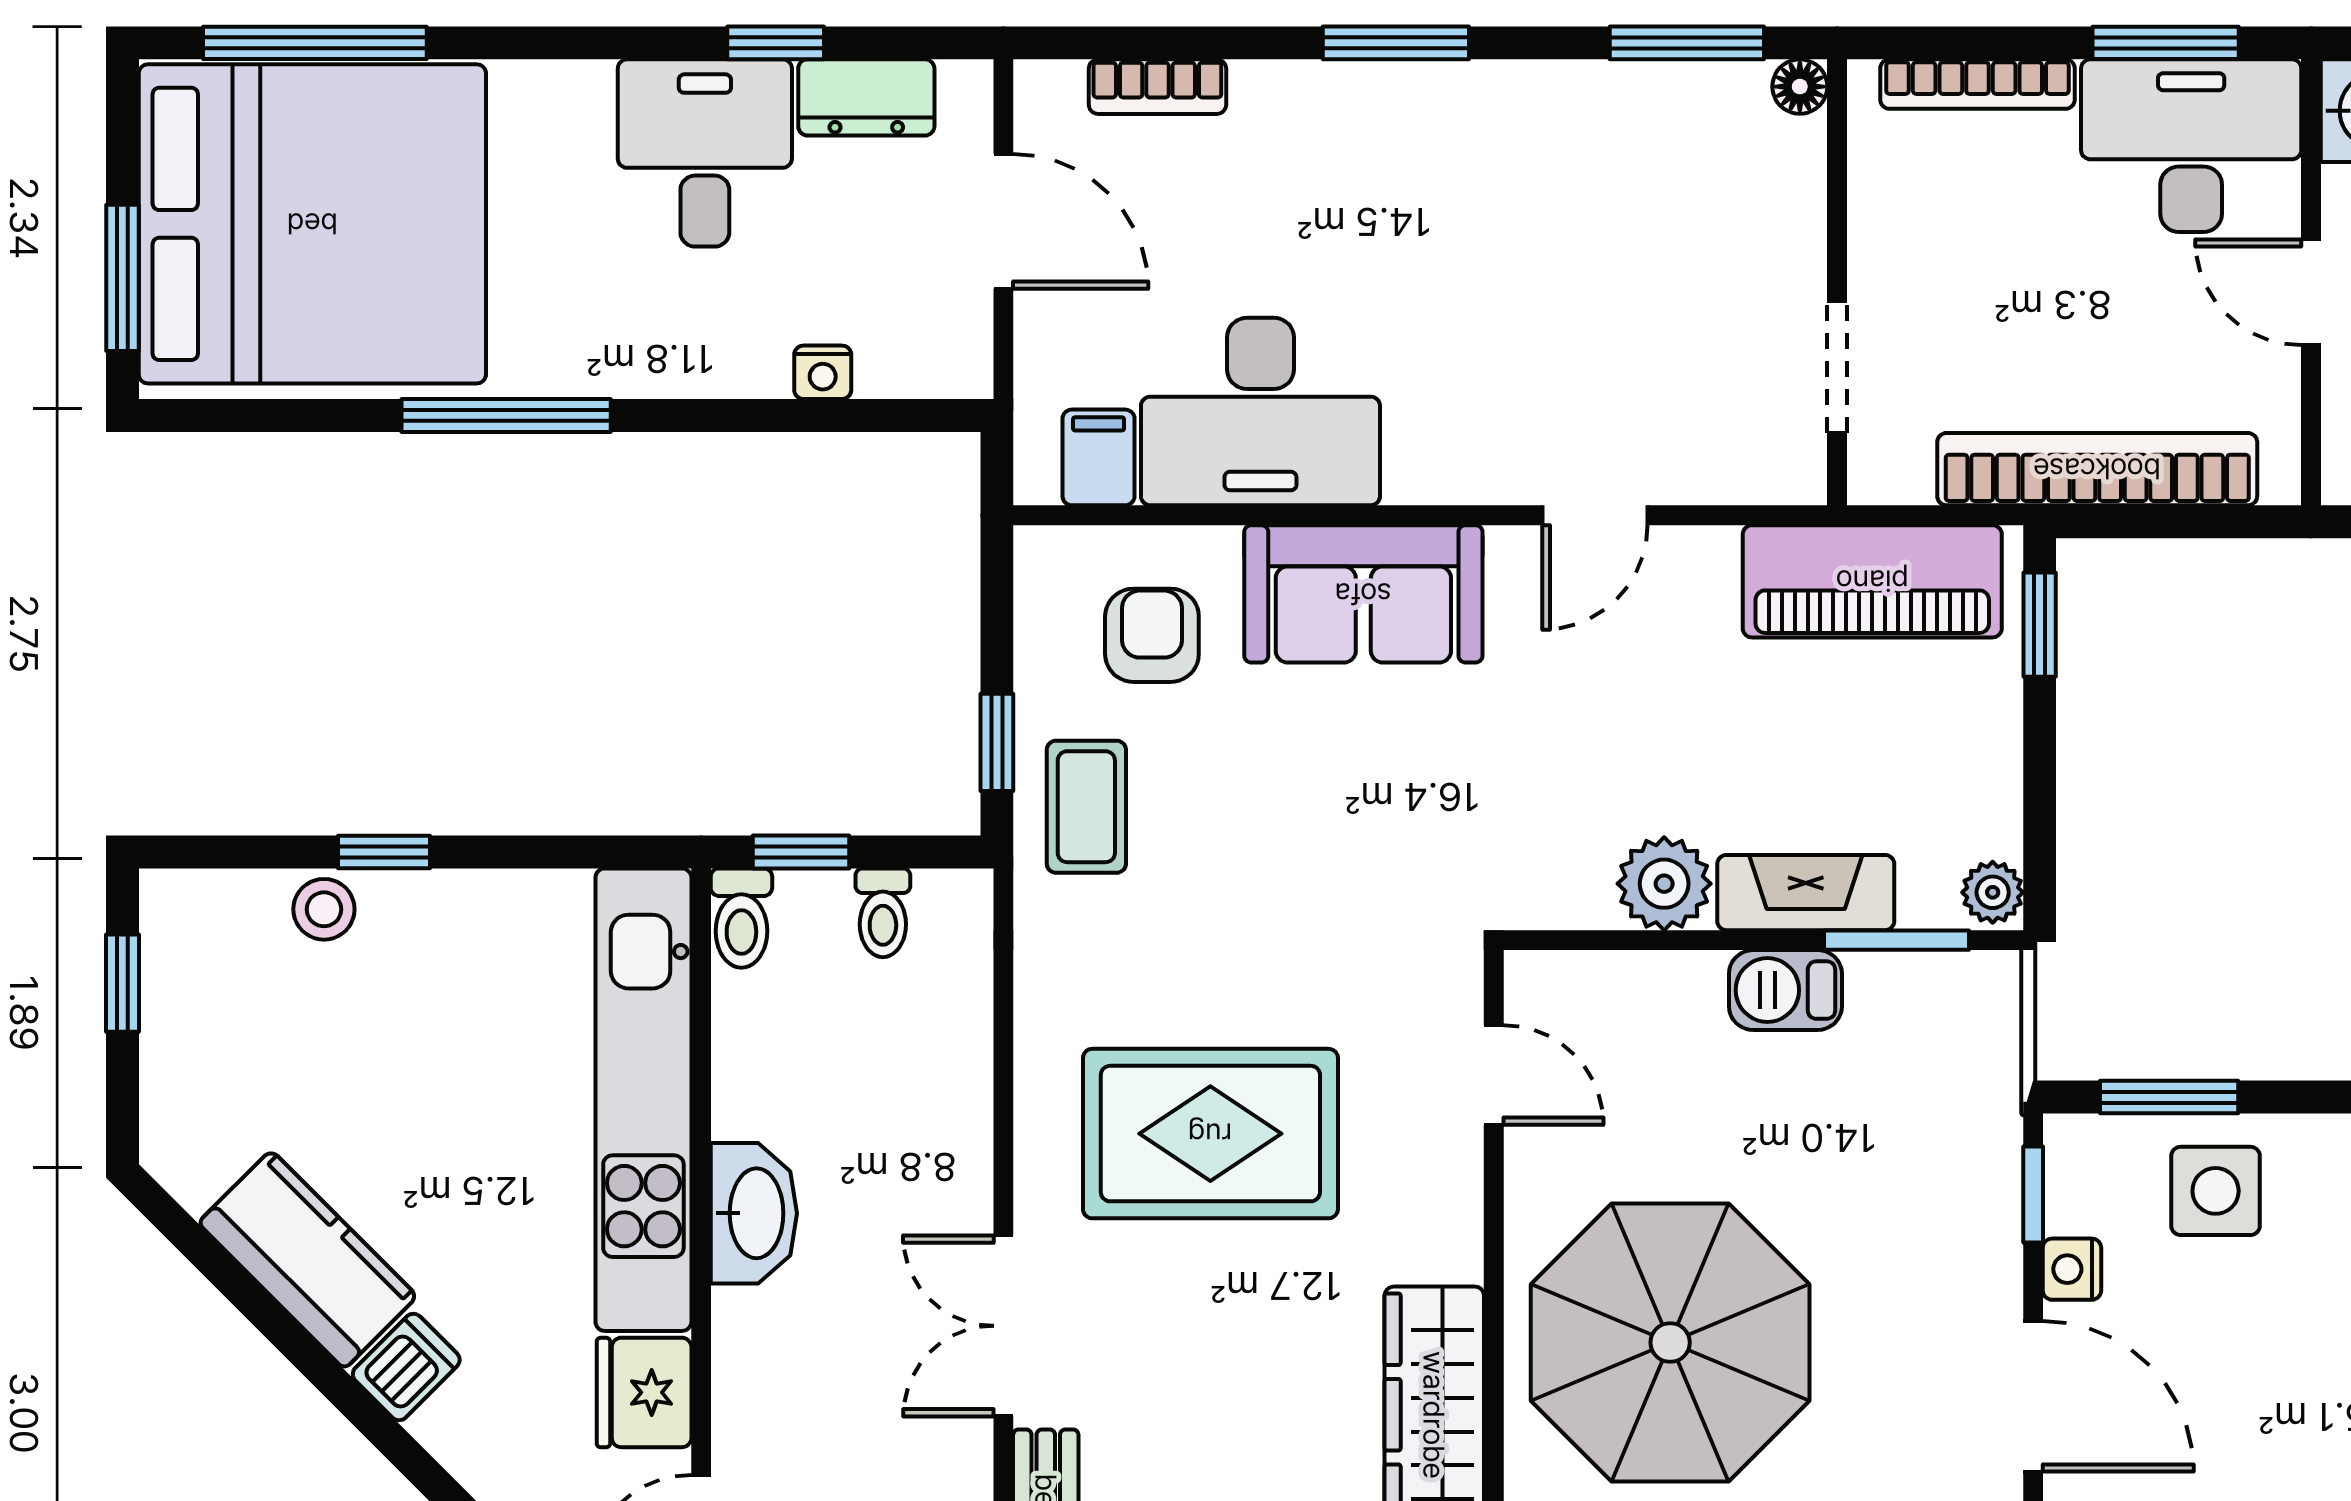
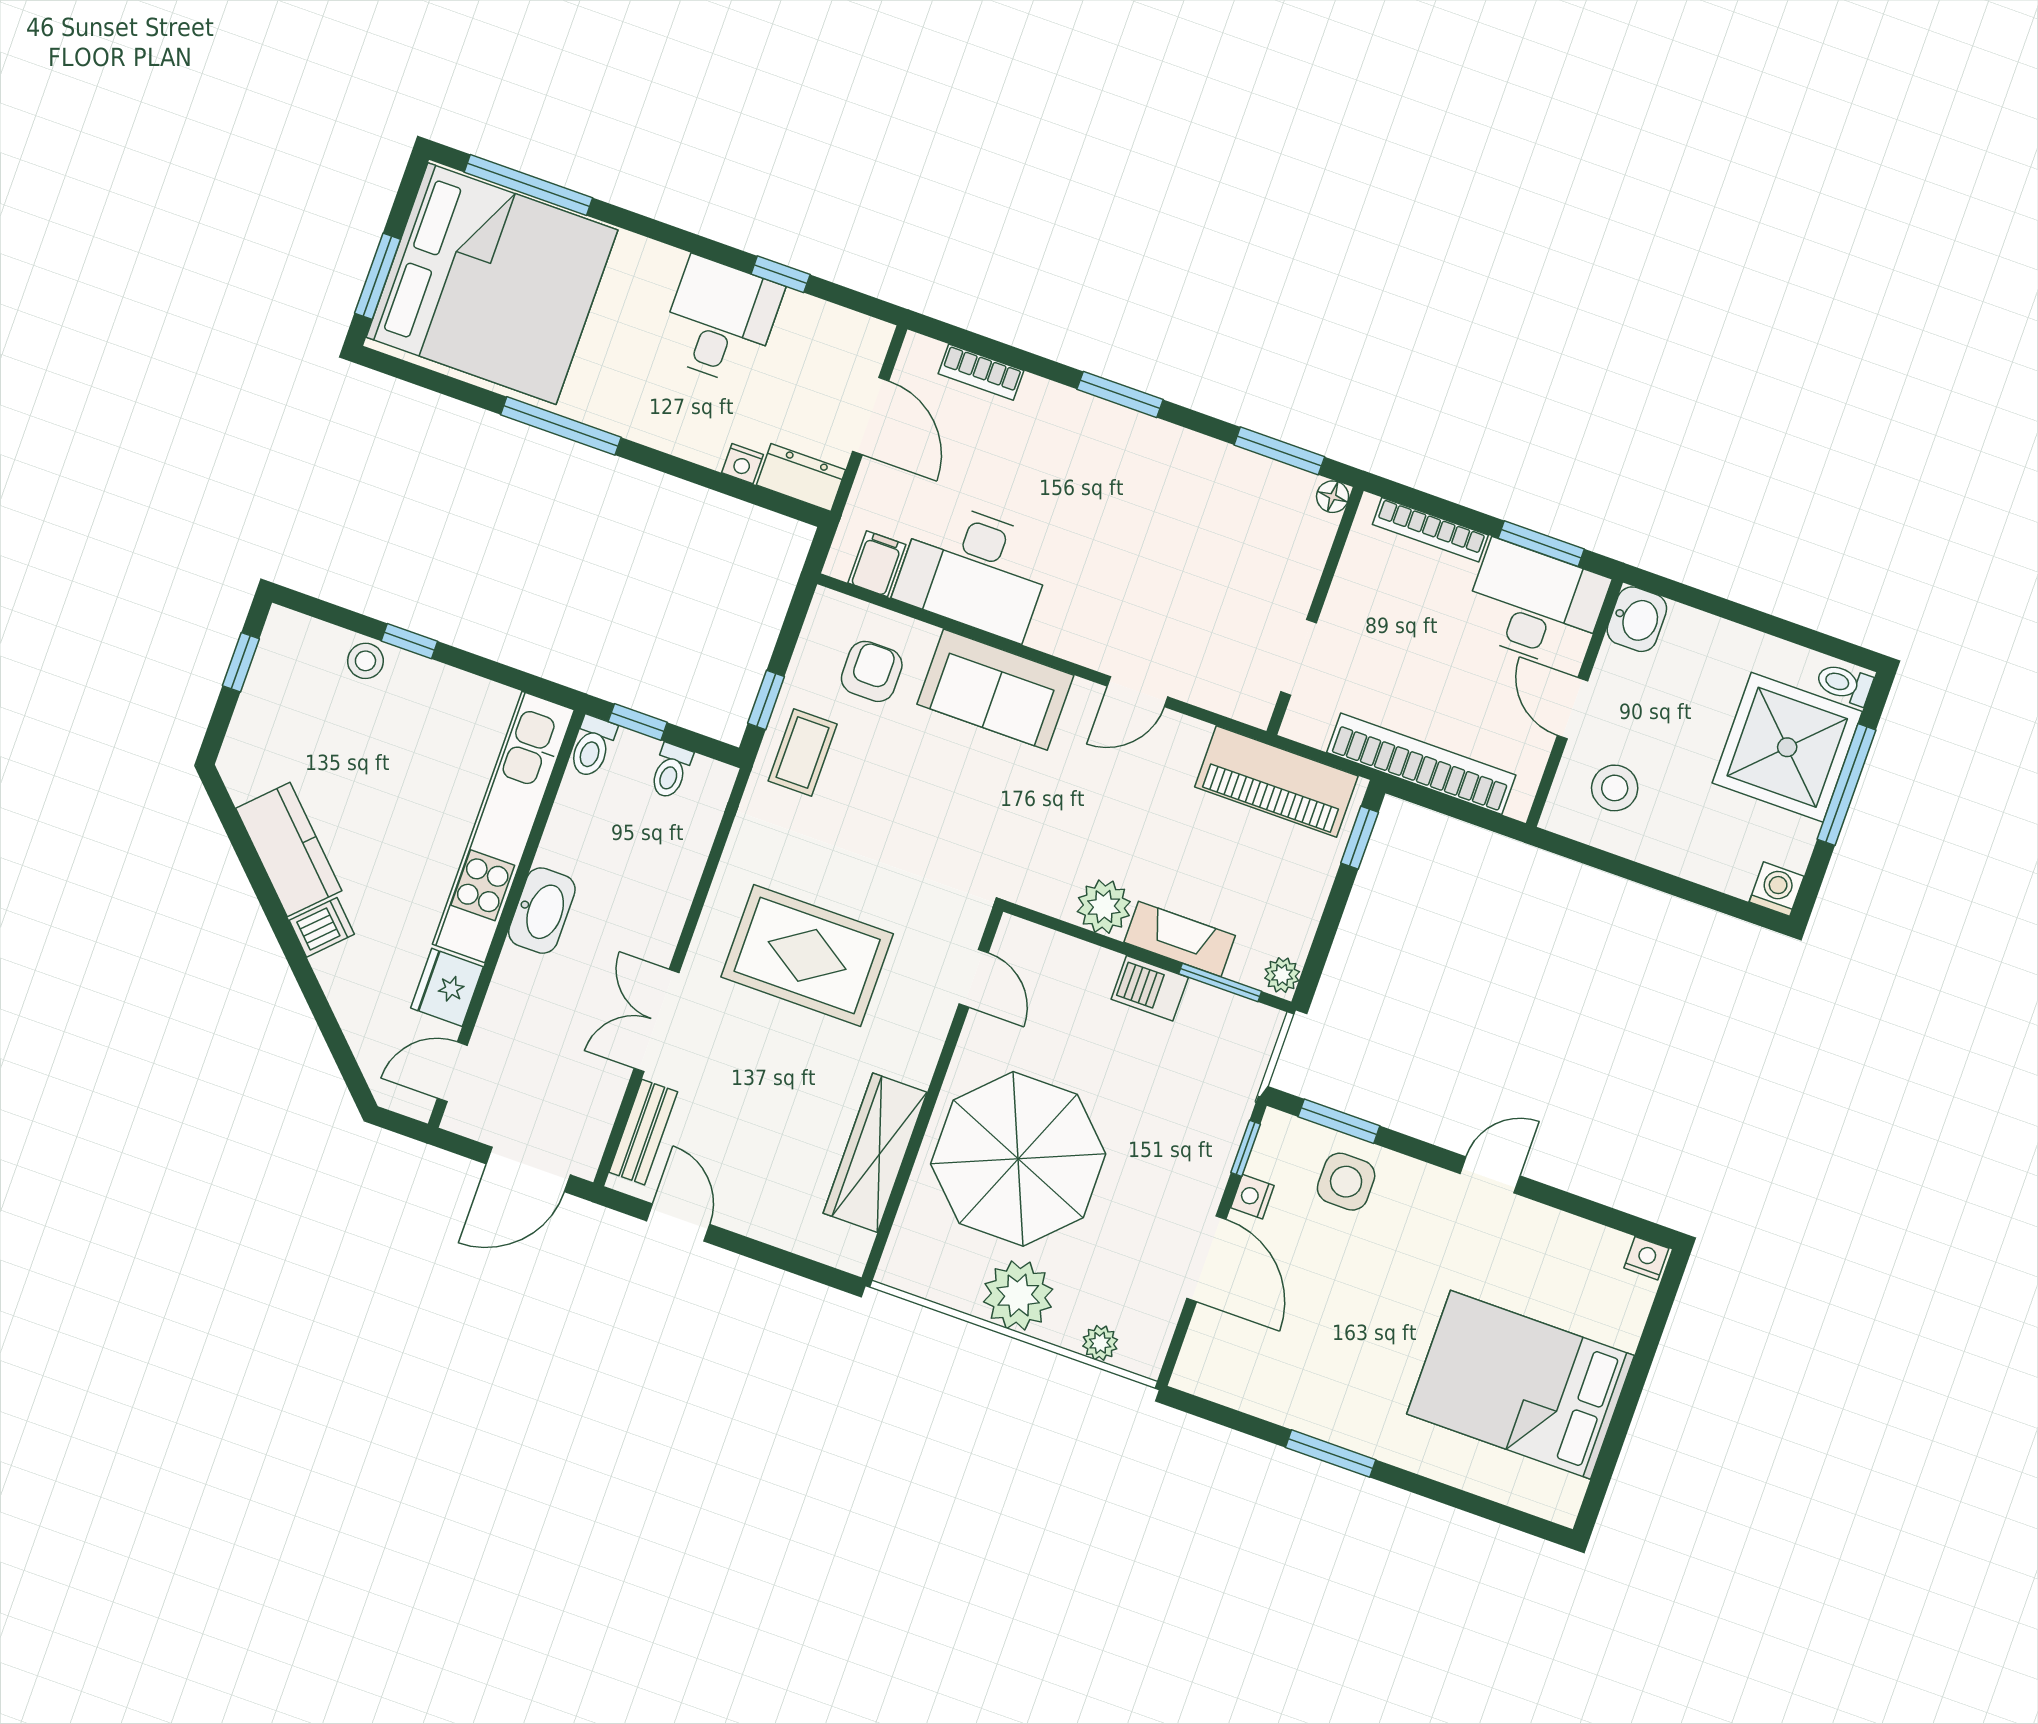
dresser: (866, 97) -> (801, 477), moved, turned 180

